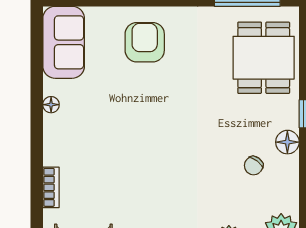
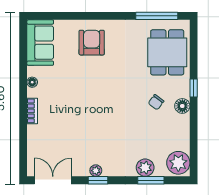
chair: (254, 166) -> (156, 102), moved
bookcase: (51, 187) -> (32, 111), moved

